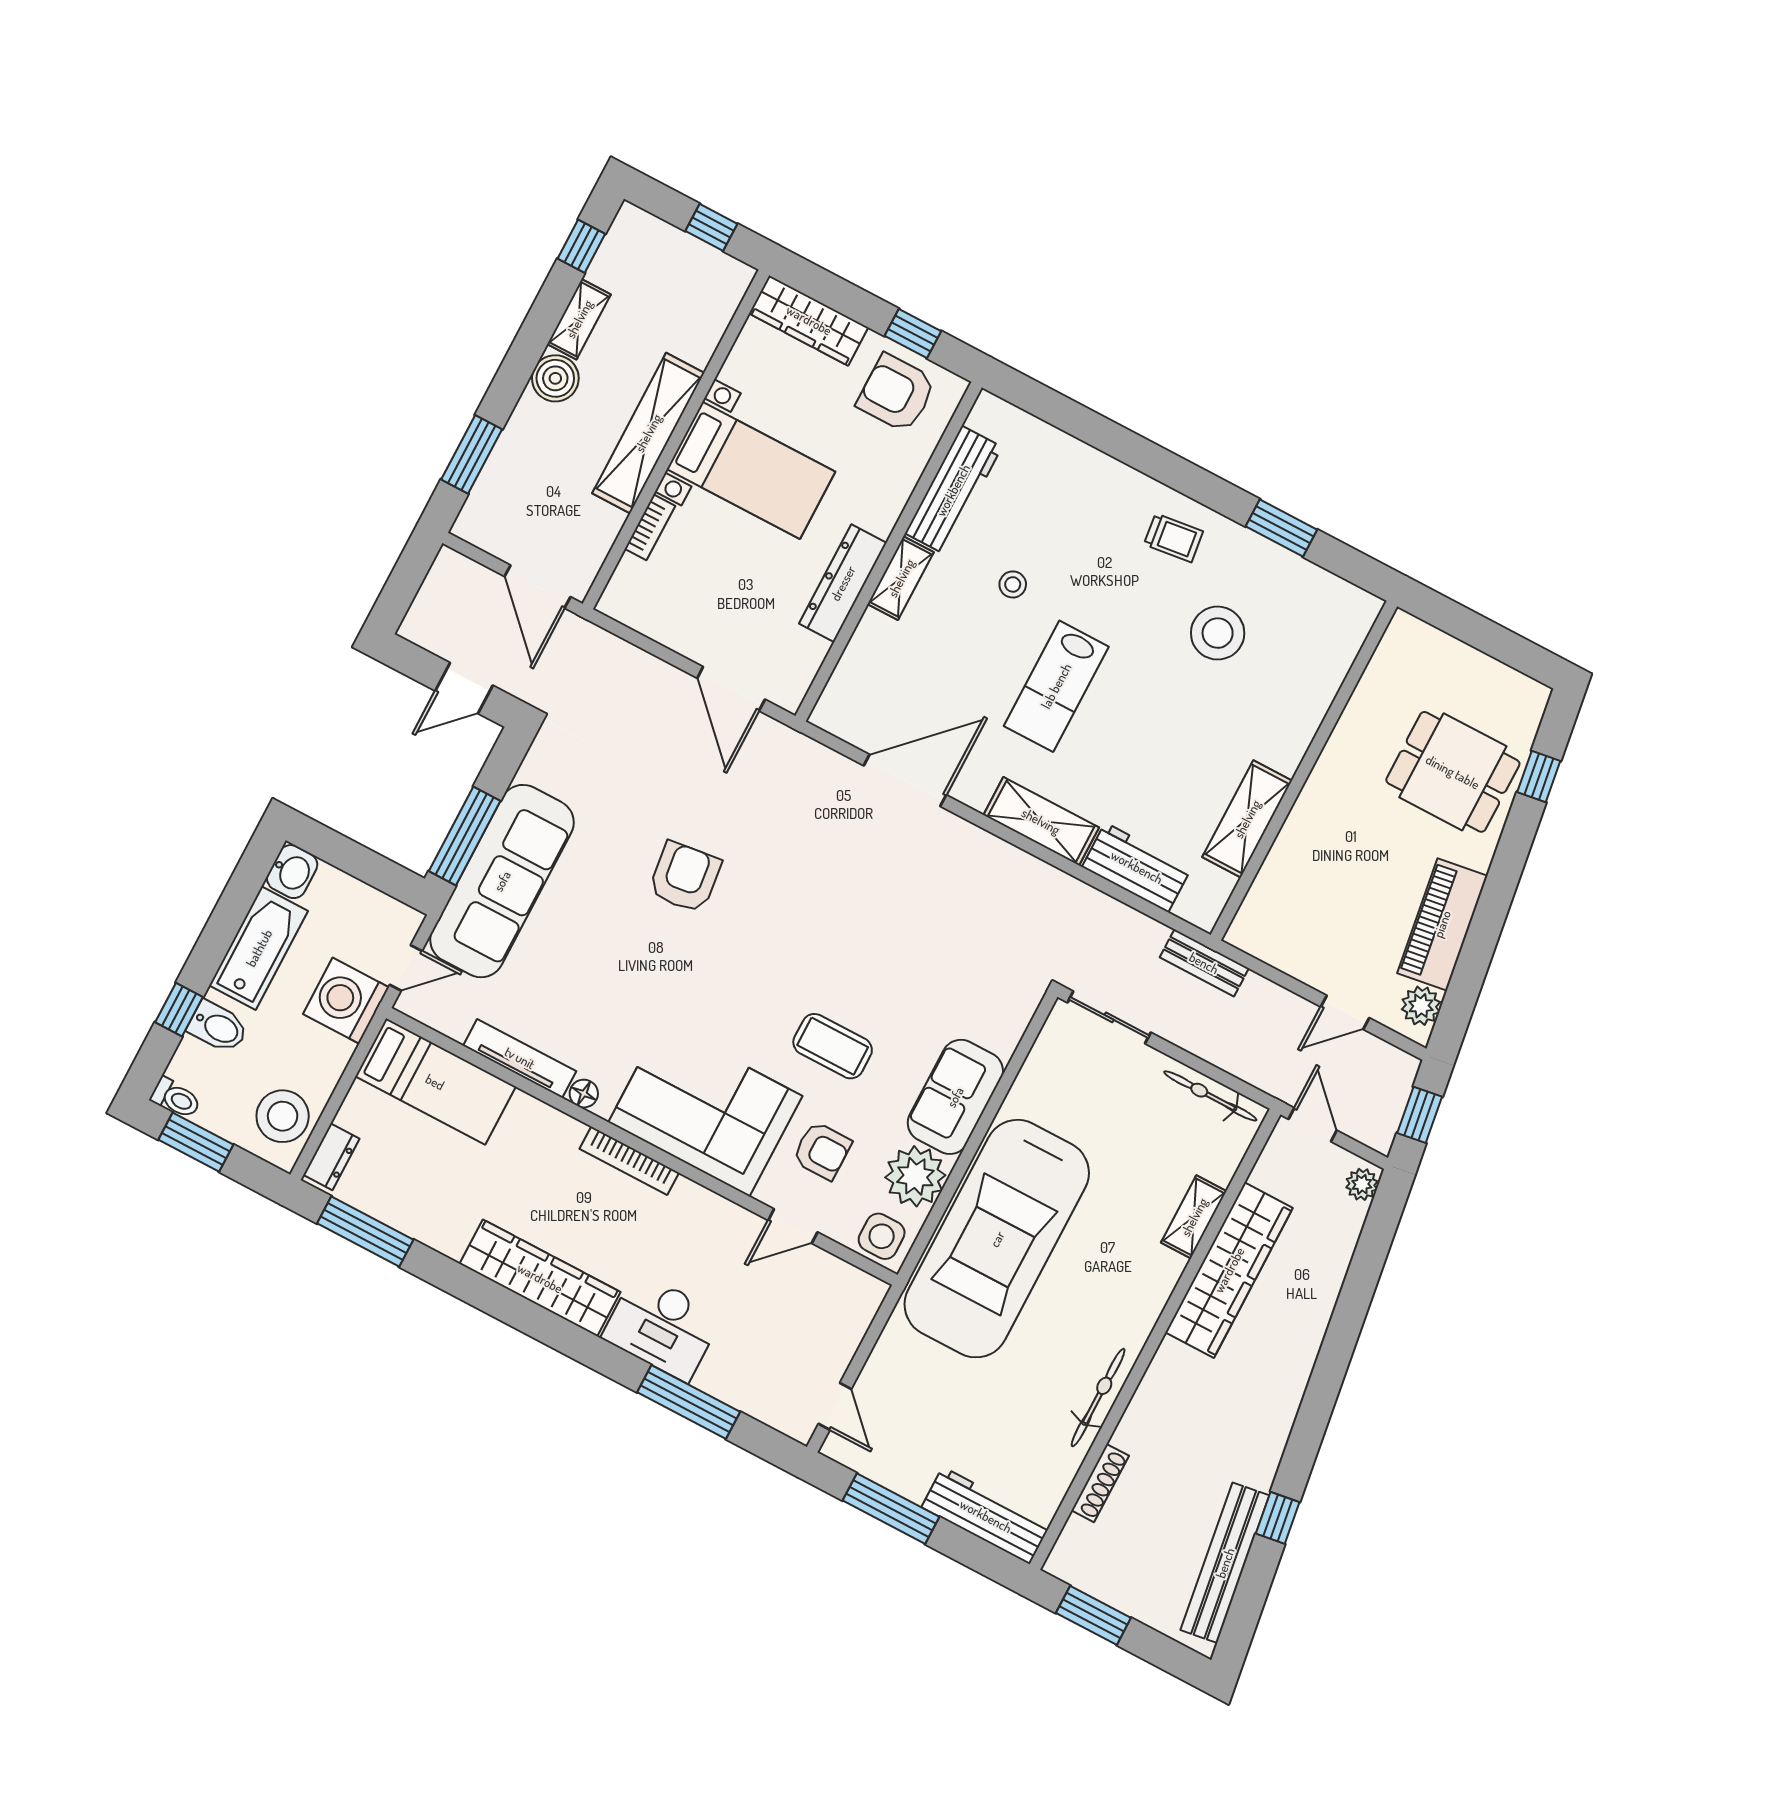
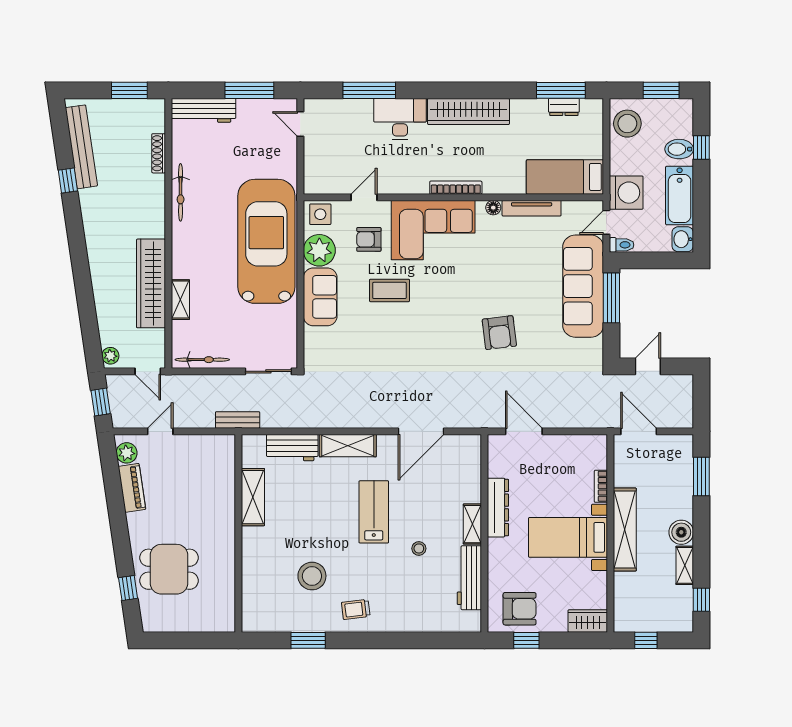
wardrobe: (809, 320) -> (588, 621), width x0.67
piano: (1442, 924) -> (132, 488), width x0.73, depth x0.75
toilet: (176, 1098) -> (622, 245), moved, turned 180
dresser: (331, 1157) -> (564, 107), moved, turned -90

